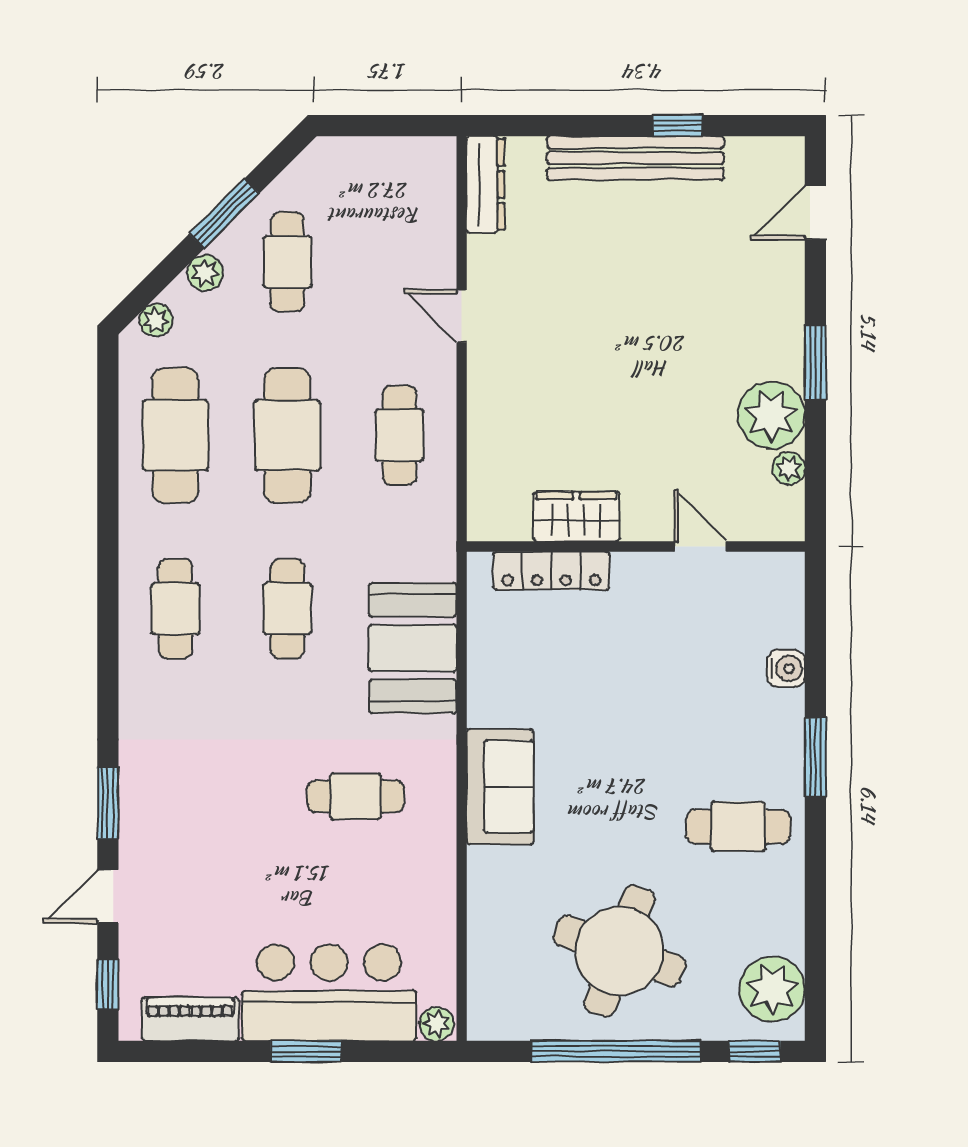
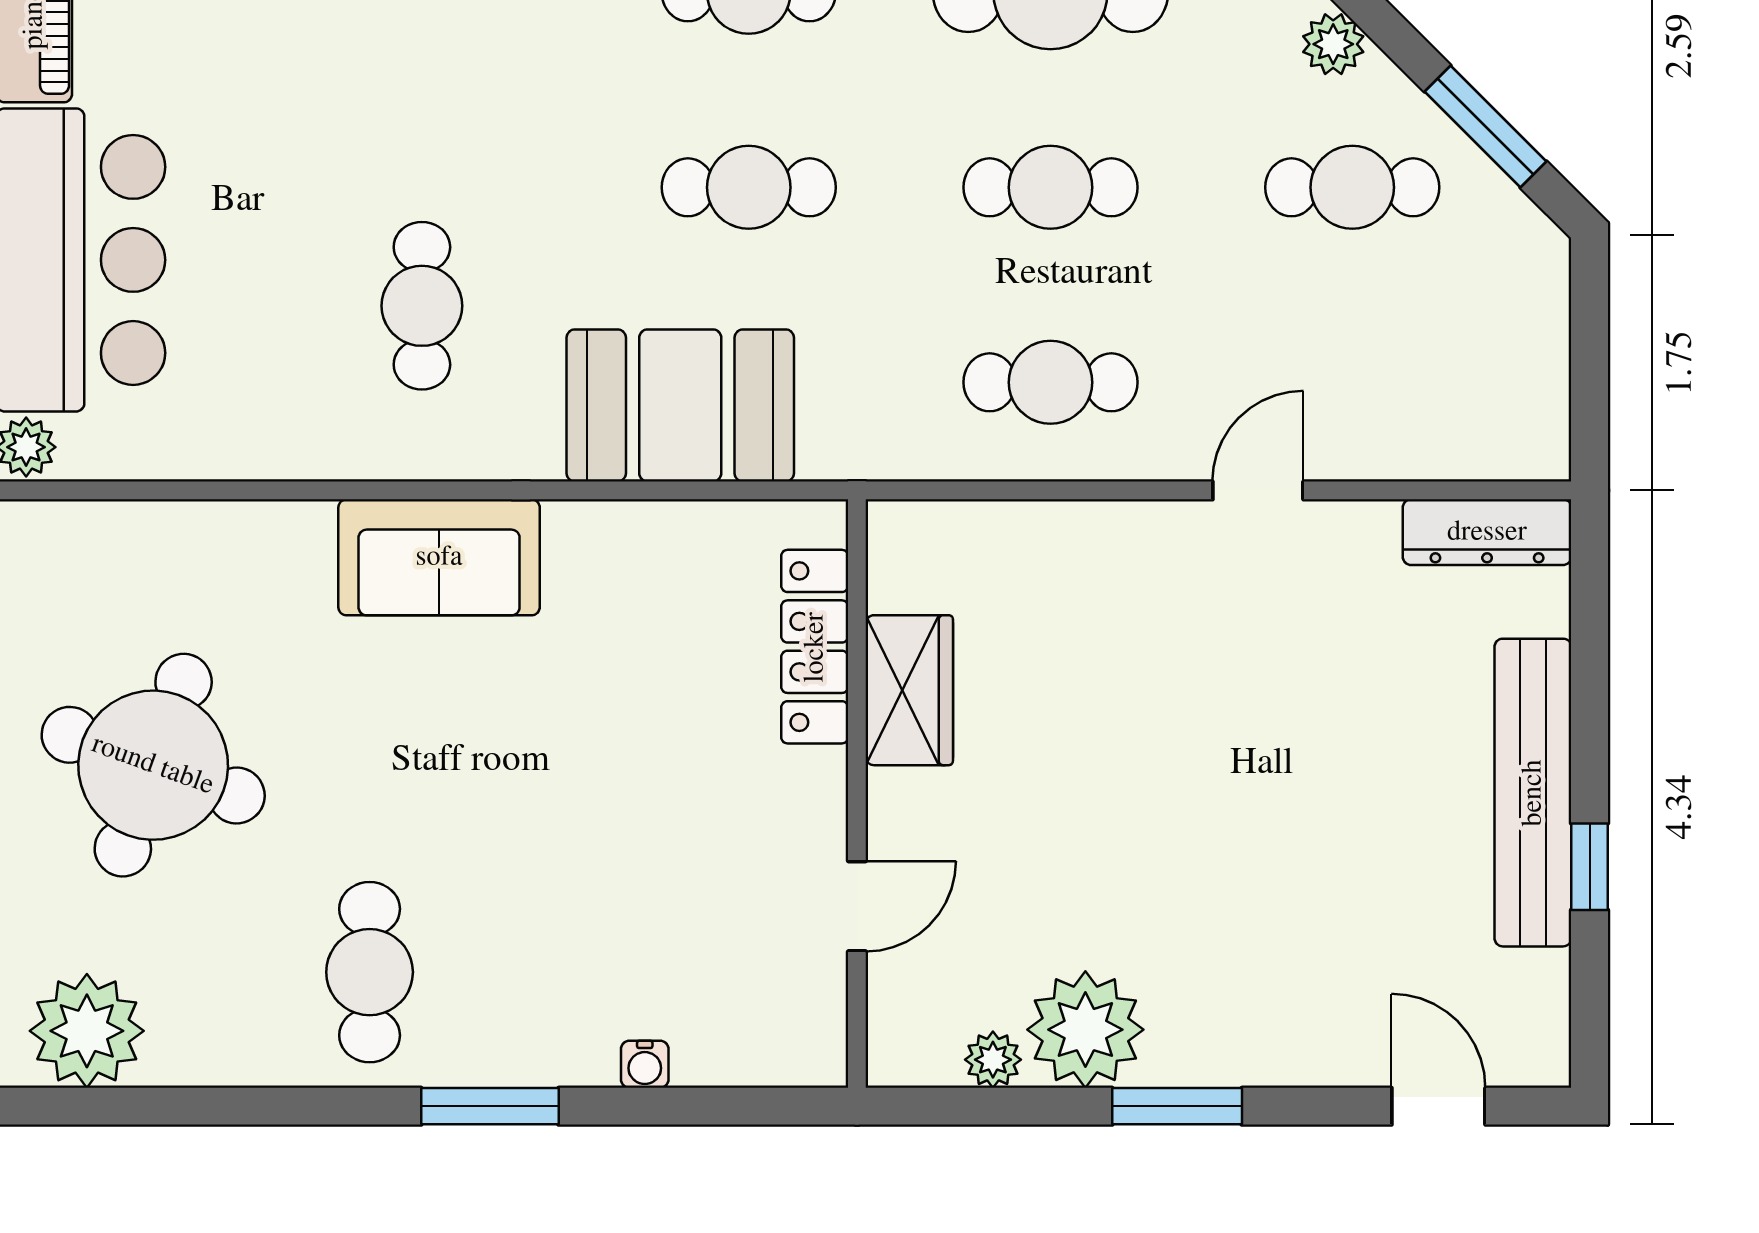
window: (224, 213) -> (1486, 127), moved
cafe table: (287, 435) -> (1050, 187), width x0.73, depth x0.74
water cooler: (786, 668) -> (645, 1064), width x0.72, depth x0.72

